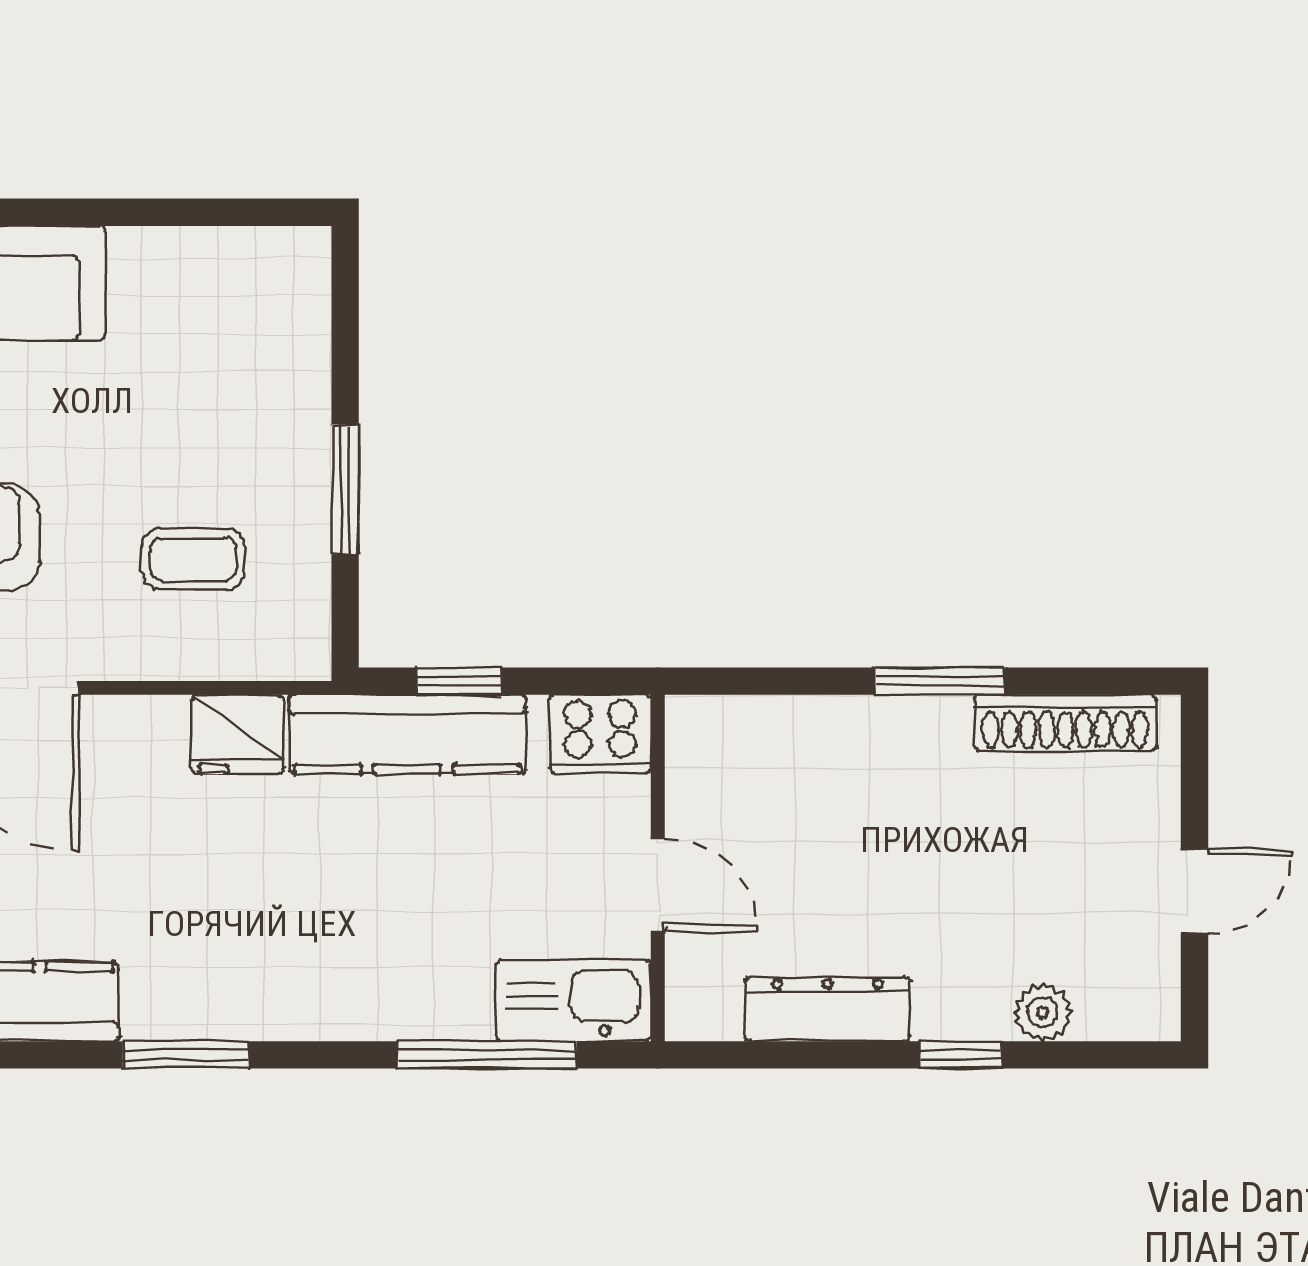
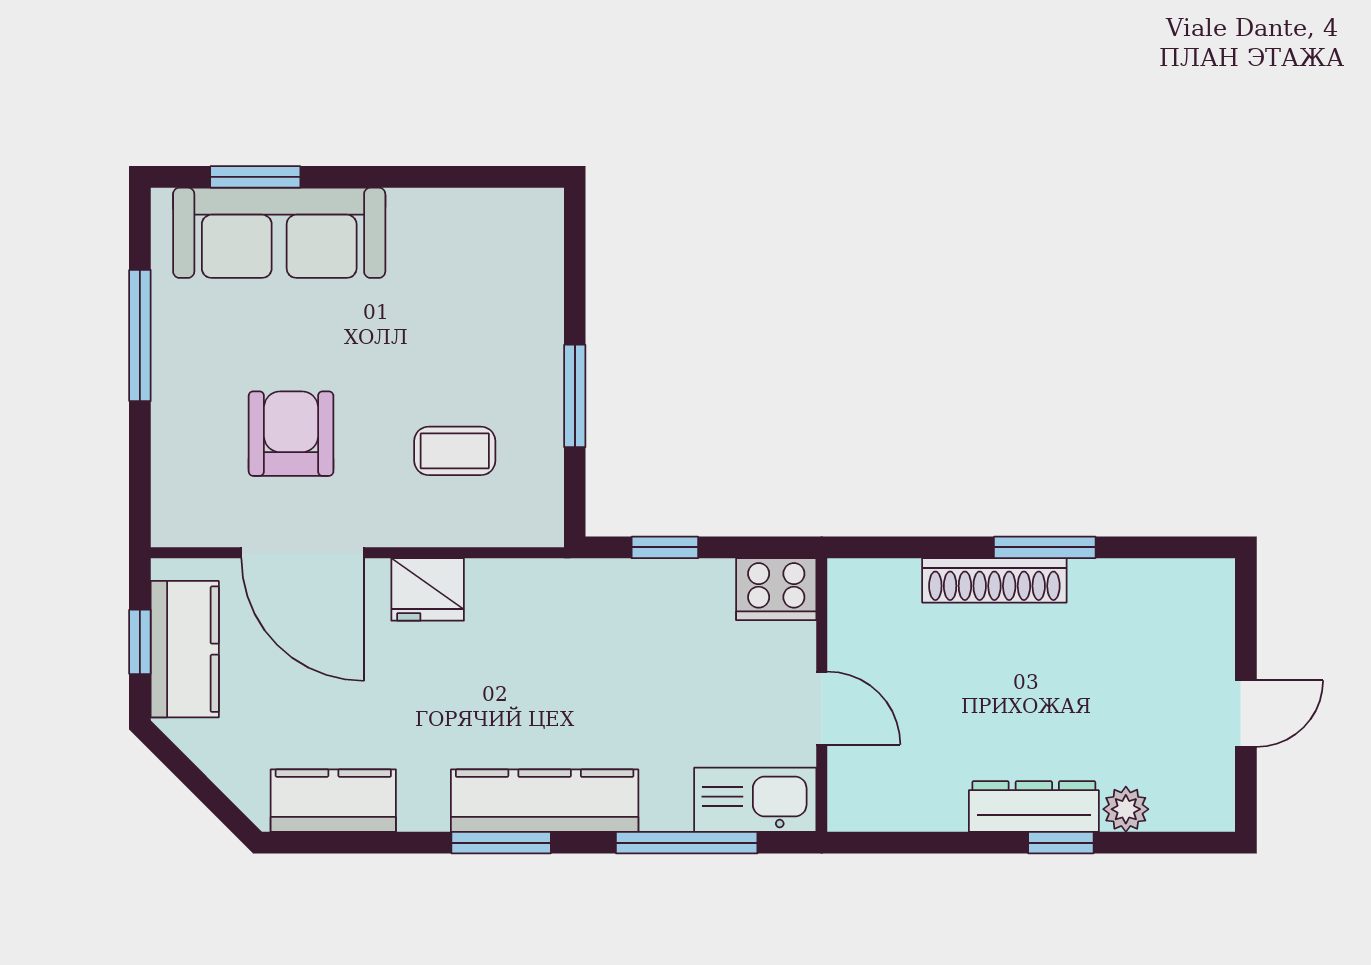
shoe rack: (1065, 723) -> (994, 580), moved
fridge: (237, 734) -> (428, 589), moved
kitchen counter: (408, 734) -> (545, 801), moved, turned 180
dresser: (827, 1009) -> (1034, 807), moved
window: (186, 1055) -> (501, 843), moved

